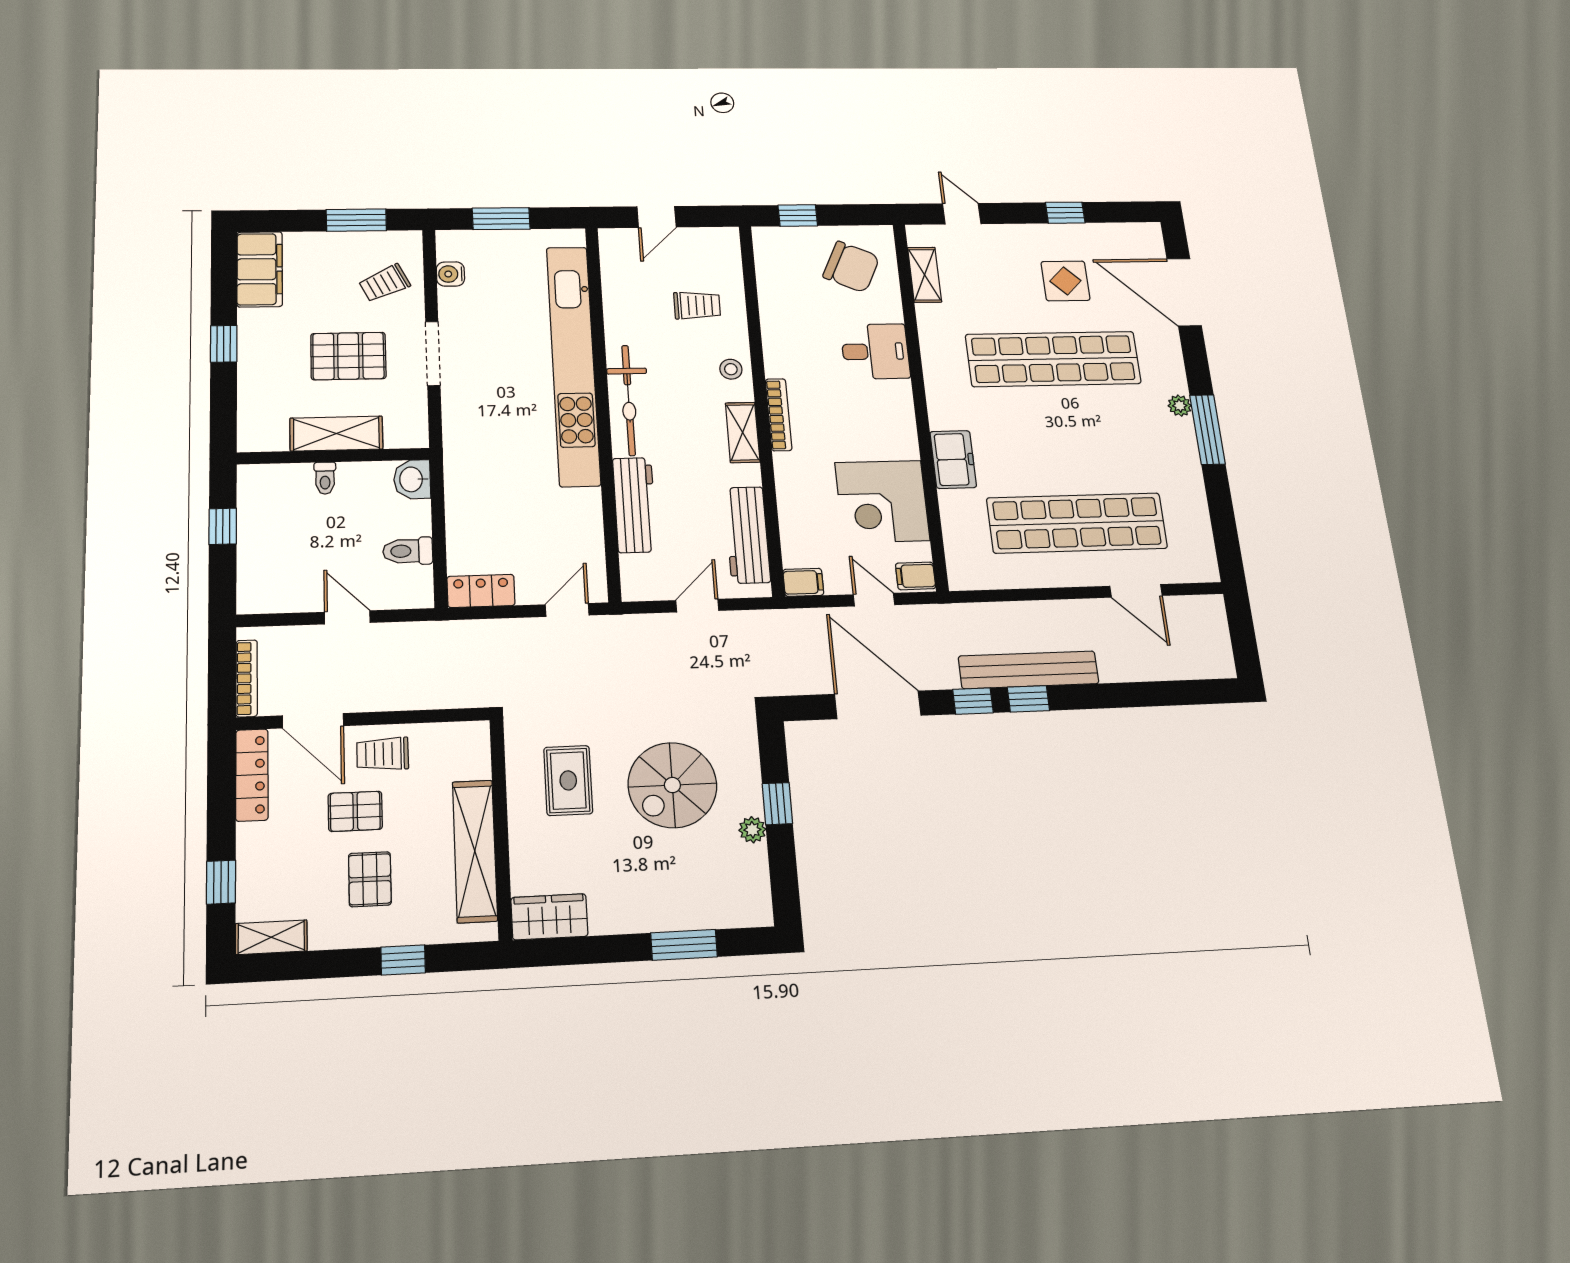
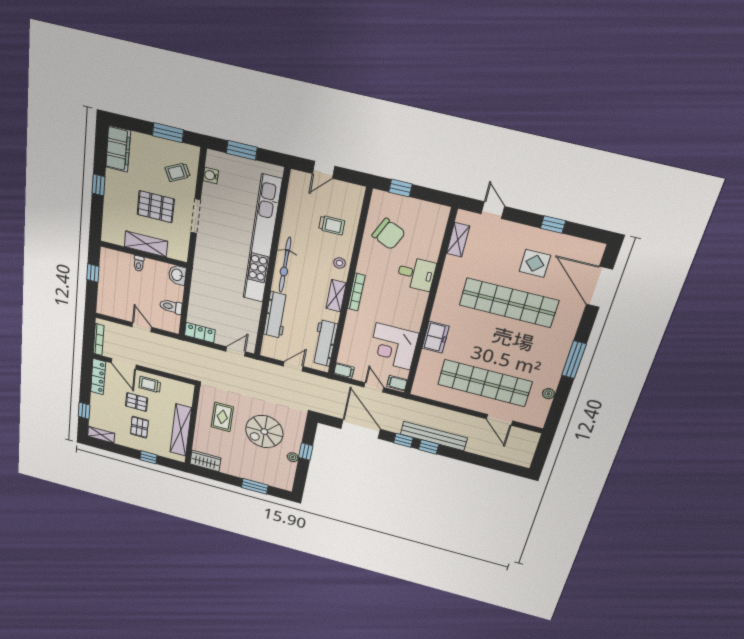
chair: (851, 267) -> (389, 234), moved
plant: (1180, 406) -> (548, 394), moved

